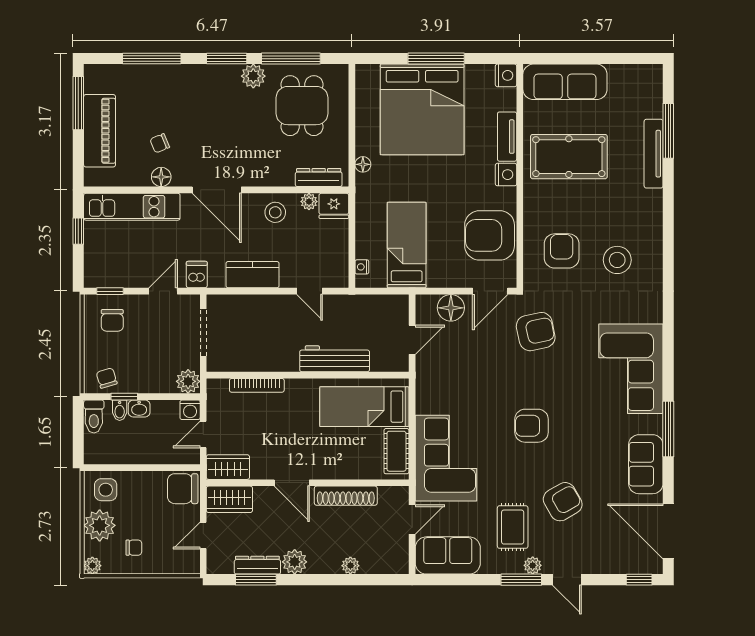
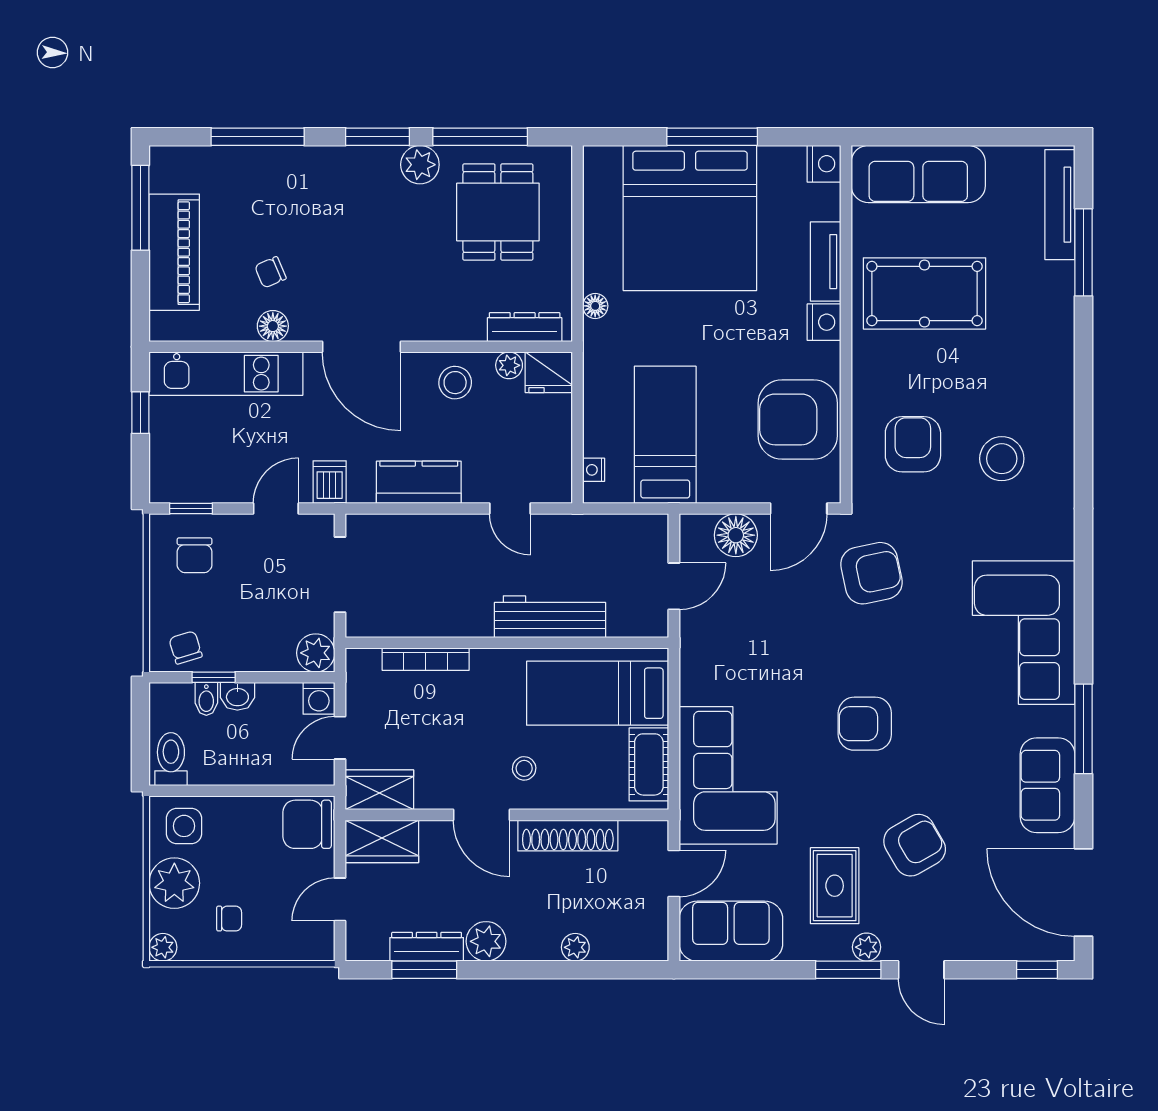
tv unit: (654, 154) -> (1060, 205), moved
toilet: (94, 416) -> (171, 759), moved, turned 180
stool: (318, 454) -> (524, 768), added

